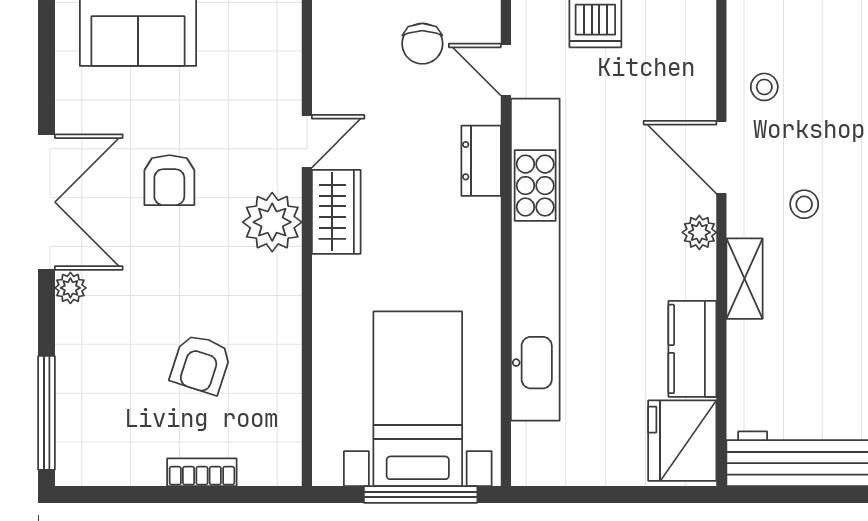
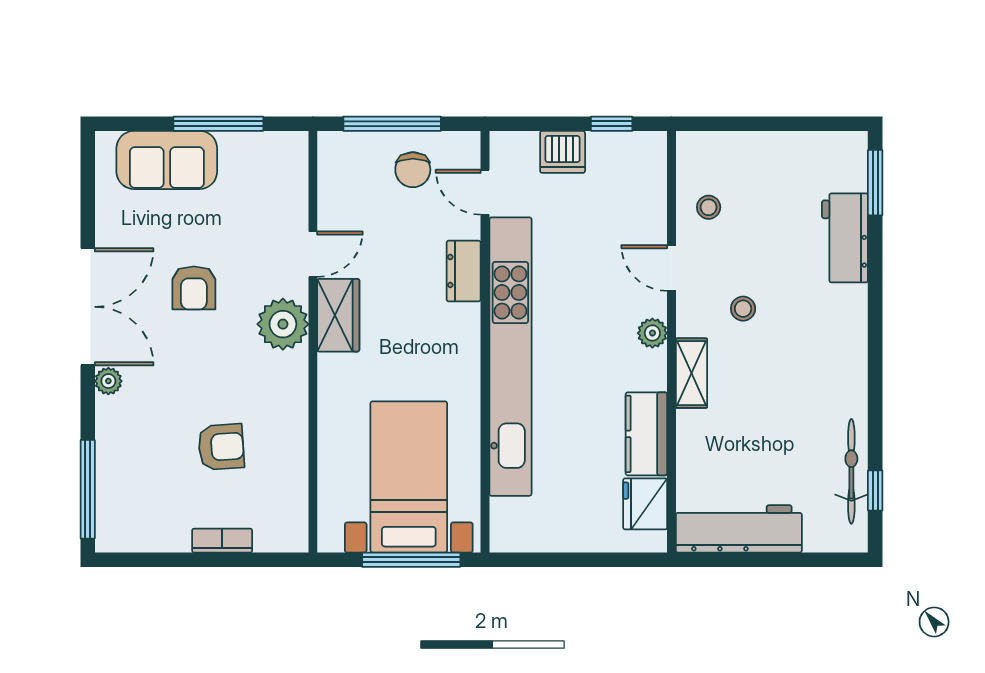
door: (721, 157) -> (671, 268), width x0.73
armchair: (201, 364) -> (221, 447), turned -112
fridge: (682, 441) -> (645, 504), width x0.73, depth x0.75

